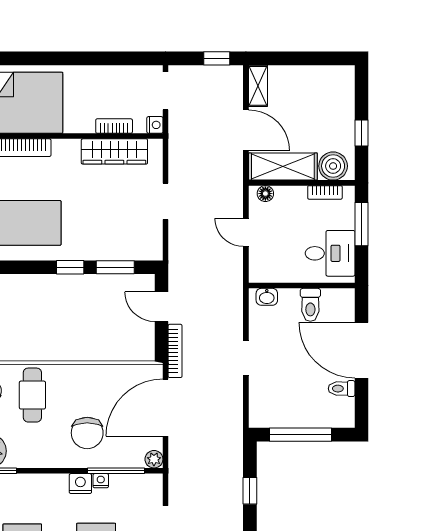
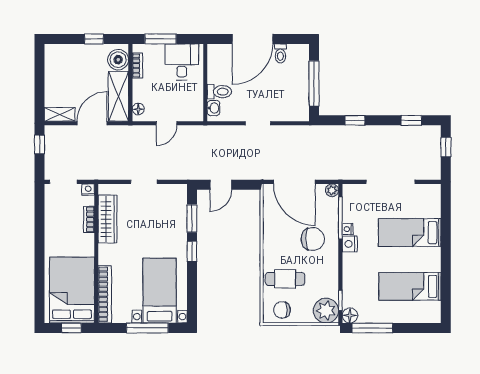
toilet: (310, 305) -> (219, 92), moved
bookcase: (175, 351) -> (253, 175), removed

